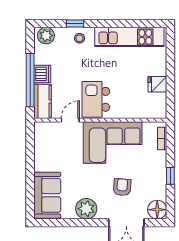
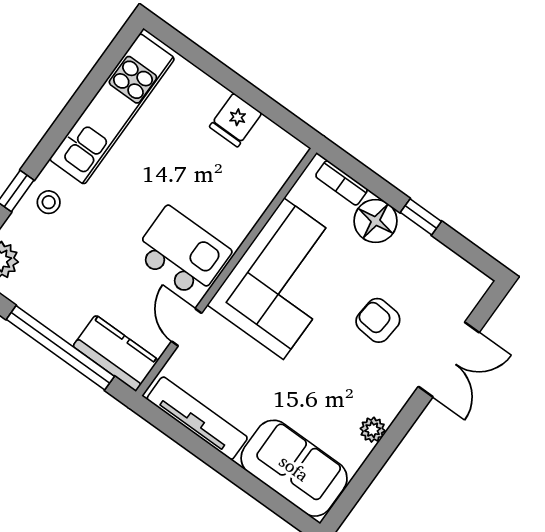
dishwasher: (42, 74) -> (65, 318), removed
kitchen island: (96, 99) -> (182, 253), turned 180
tv unit: (40, 147) -> (197, 418), added
plant: (86, 209) -> (373, 430), width x0.53, depth x0.53
floor lamp: (157, 210) -> (376, 221), moved

